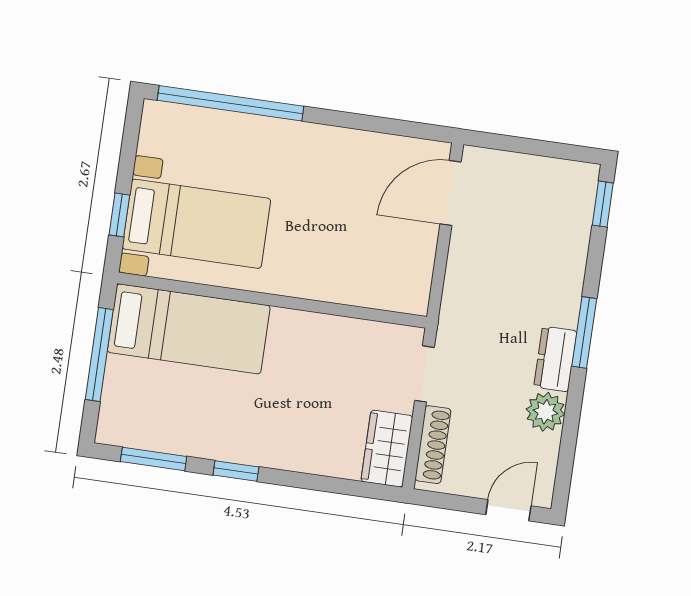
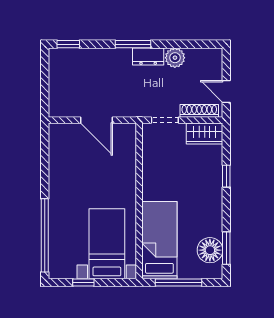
door: (451, 193) -> (96, 120), moved
window: (119, 215) -> (83, 282), moved
floor lamp: (154, 426) -> (210, 250), added
window: (236, 471) -> (226, 176), moved
door: (508, 510) -> (226, 92), moved

